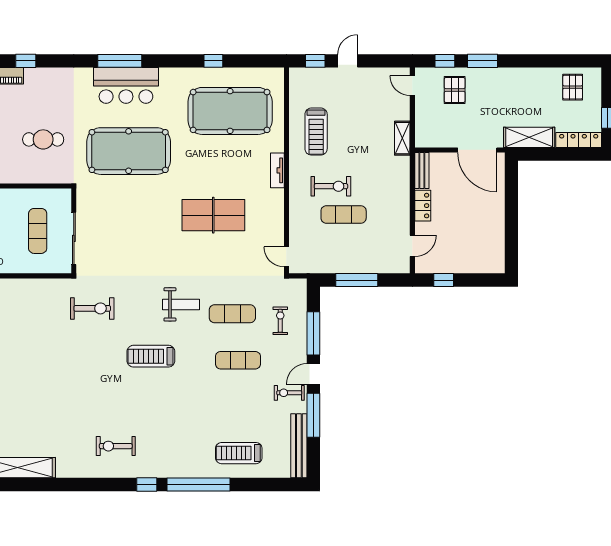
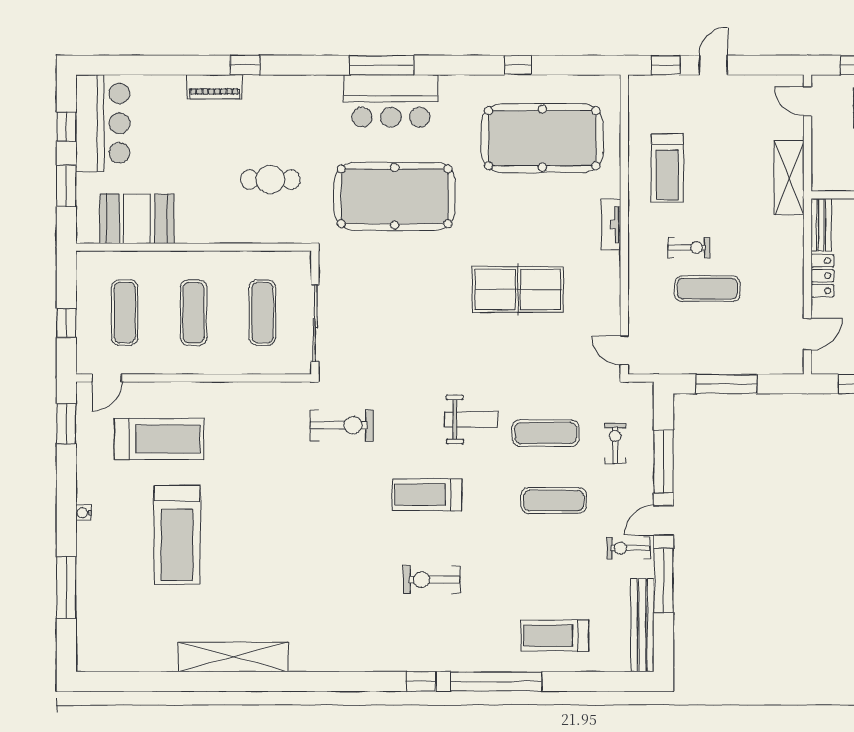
shelving: (402, 138) -> (789, 178), width x1.50, depth x1.33
exercise bike: (331, 186) -> (689, 248), width x0.73, depth x0.72
exercise bike: (116, 446) -> (432, 580), moved

